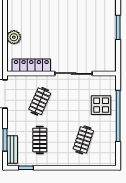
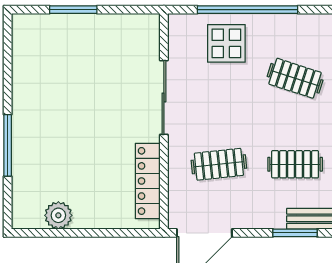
plant: (14, 37) -> (58, 215), moved
clothes rail: (40, 101) -> (219, 164), turned -30

